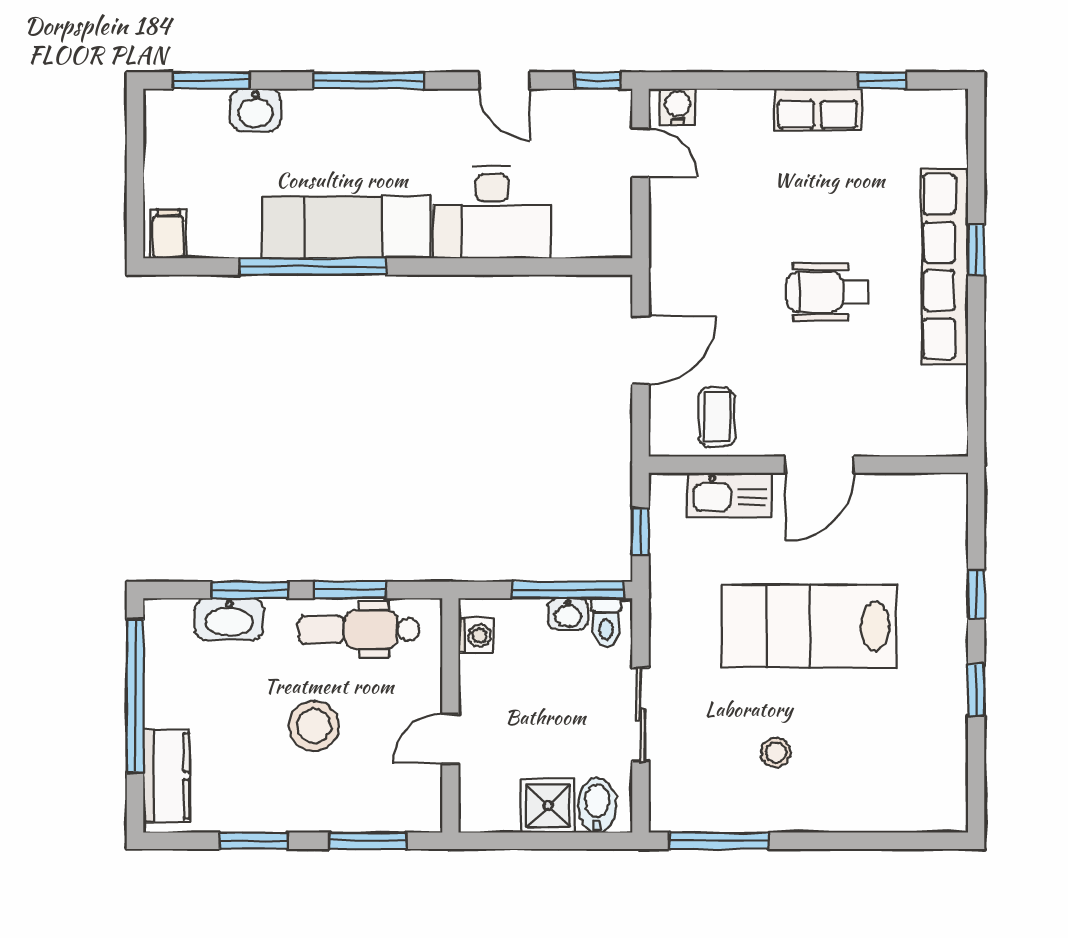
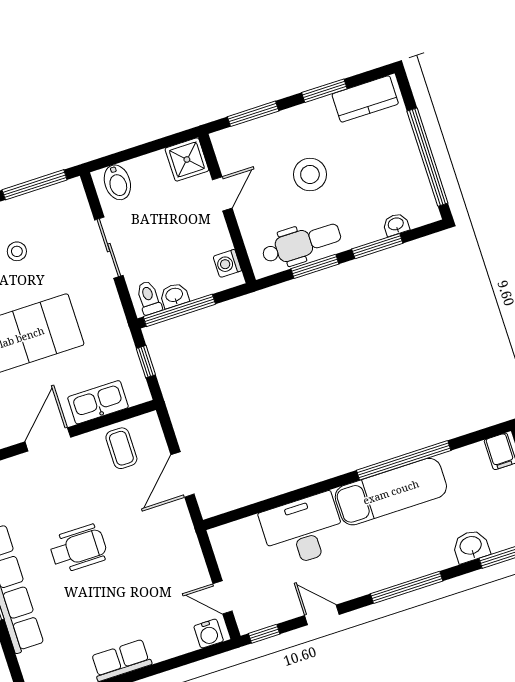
washbasin: (229, 619) -> (396, 224), width x0.52, depth x0.69
kitchen counter: (166, 776) -> (365, 99), moved, turned -90
shower: (548, 806) -> (187, 159), moved

